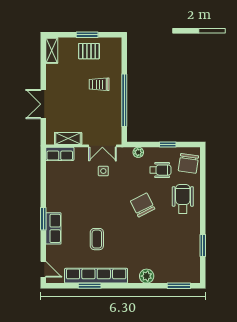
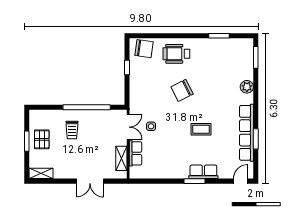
plant: (138, 152) -> (134, 94), removed
row of seats: (60, 154) -> (135, 153), moved
wheelchair: (160, 170) -> (150, 74), removed
coffee table: (97, 239) -> (201, 129), moved

